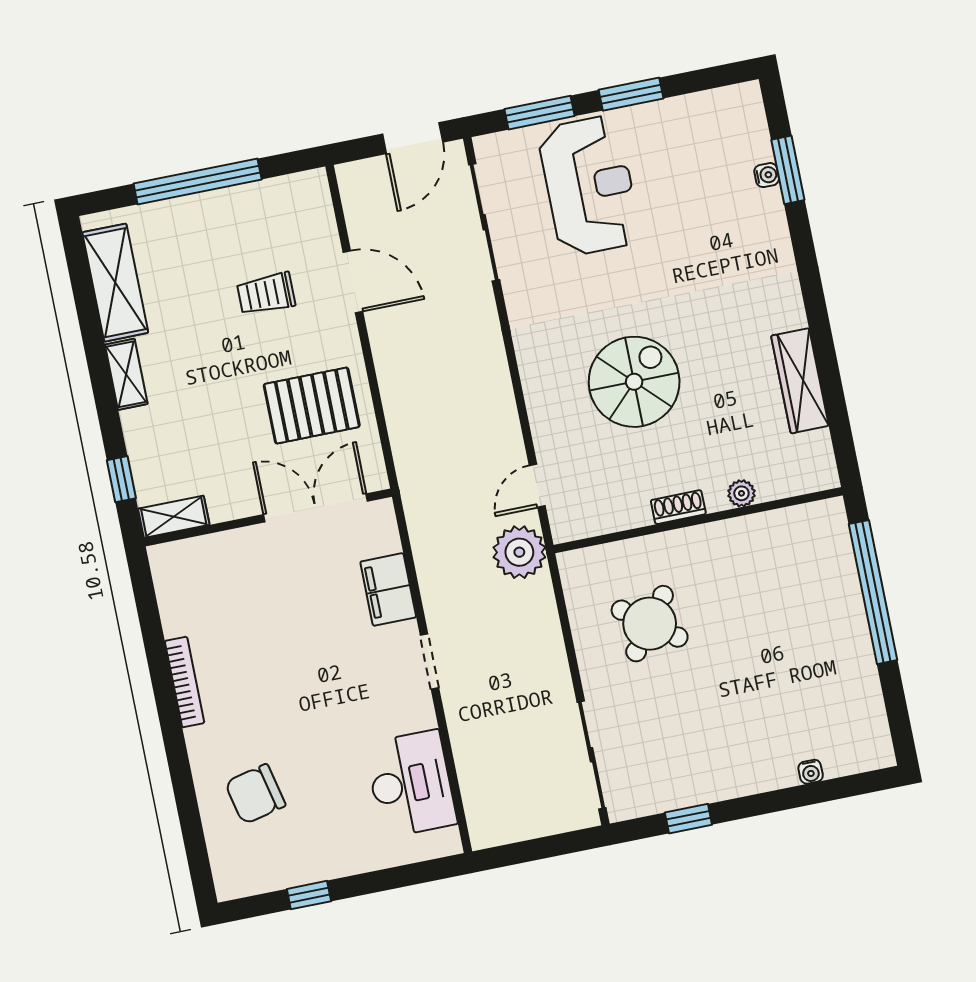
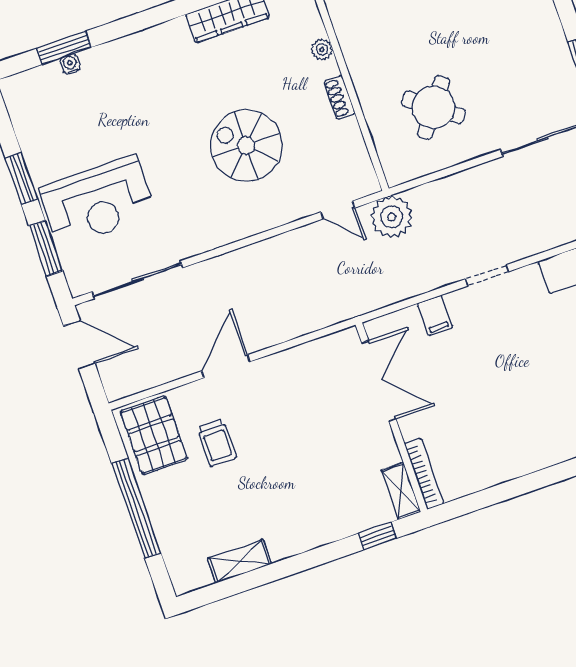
reception desk: (589, 186) -> (98, 201), turned 180
door: (353, 282) -> (226, 366), moved
shelving: (115, 283) -> (239, 561), width x0.67, depth x0.75
shelving: (126, 374) -> (295, 543), removed
pallet: (312, 406) -> (154, 435), moved
double door: (316, 508) -> (379, 381), swing flipped
filing cabinet: (388, 589) -> (435, 315), width x0.50
bookcase: (185, 682) -> (424, 474), moved, turned 90

